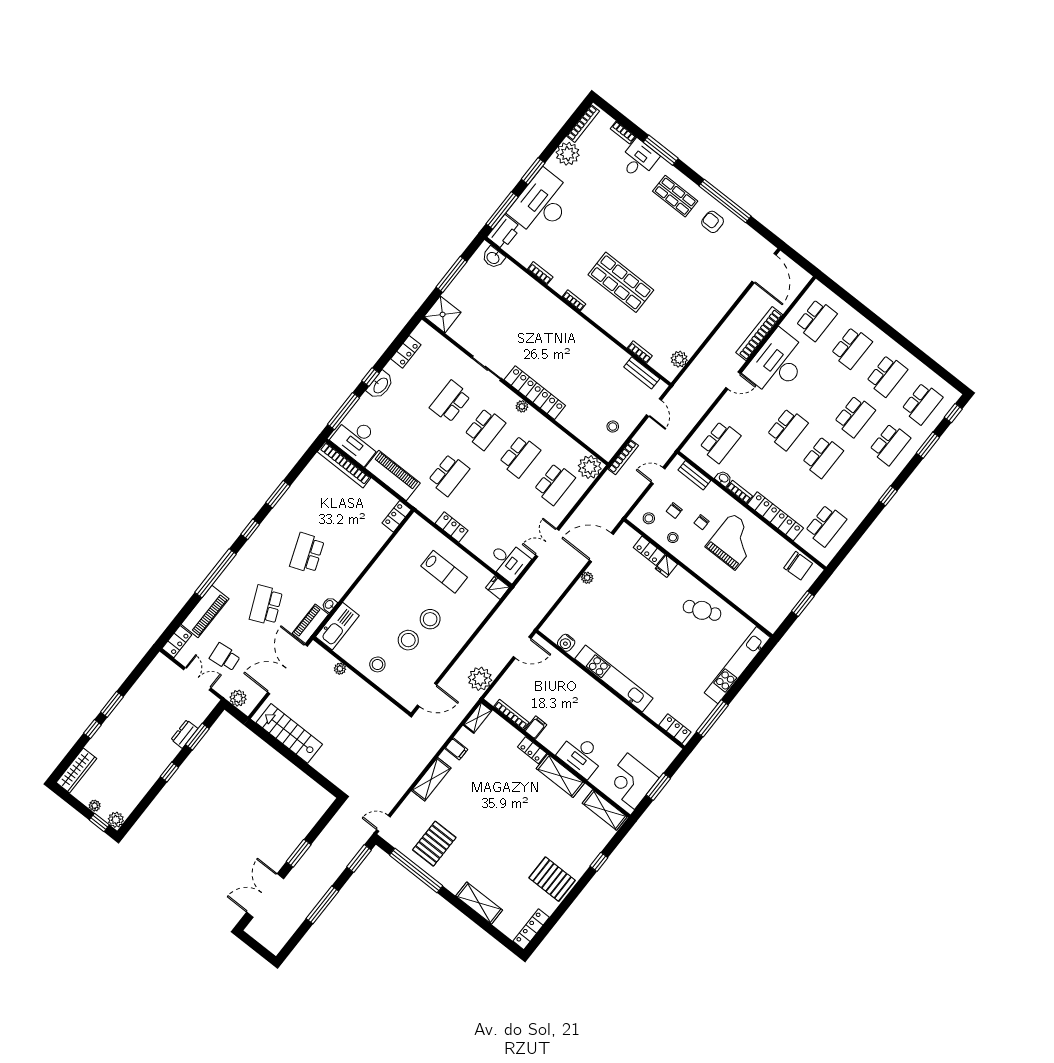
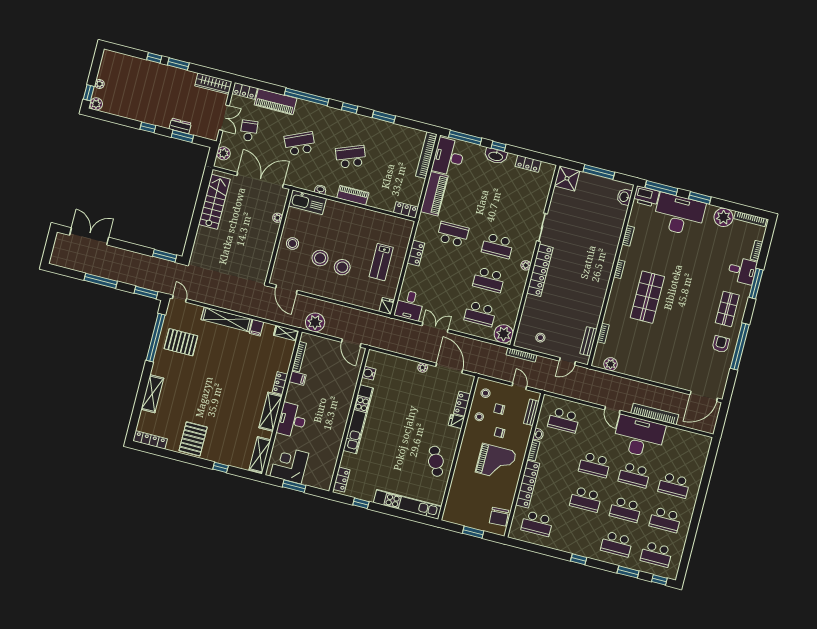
school desk: (816, 320) -> (634, 475), moved
school desk: (450, 402) -> (506, 212), removed
school desk: (449, 475) -> (453, 234), turned 180
piano: (310, 624) -> (353, 195), moved
window: (712, 718) -> (361, 503), width x0.46
wardrobe: (76, 770) -> (213, 84), moved
shelving: (431, 779) -> (227, 319), width x1.47
window: (299, 853) -> (165, 256), moved

